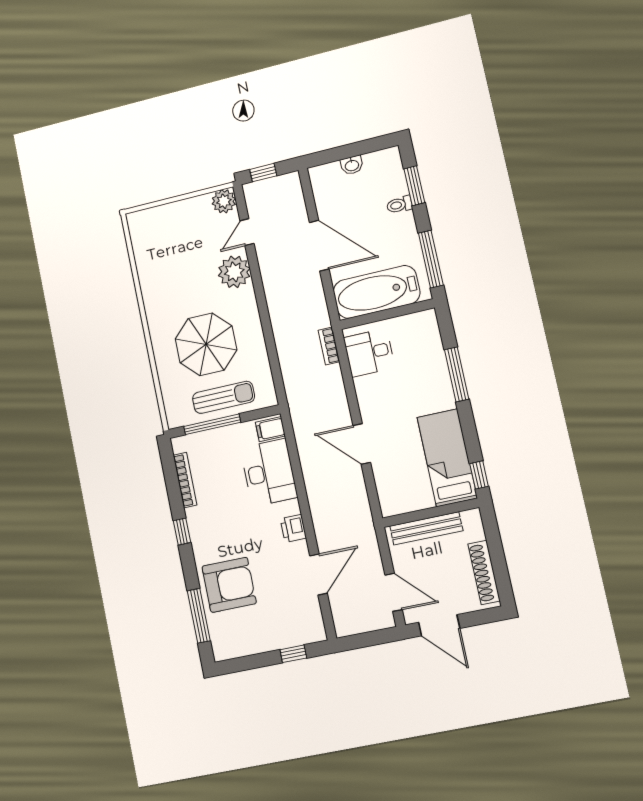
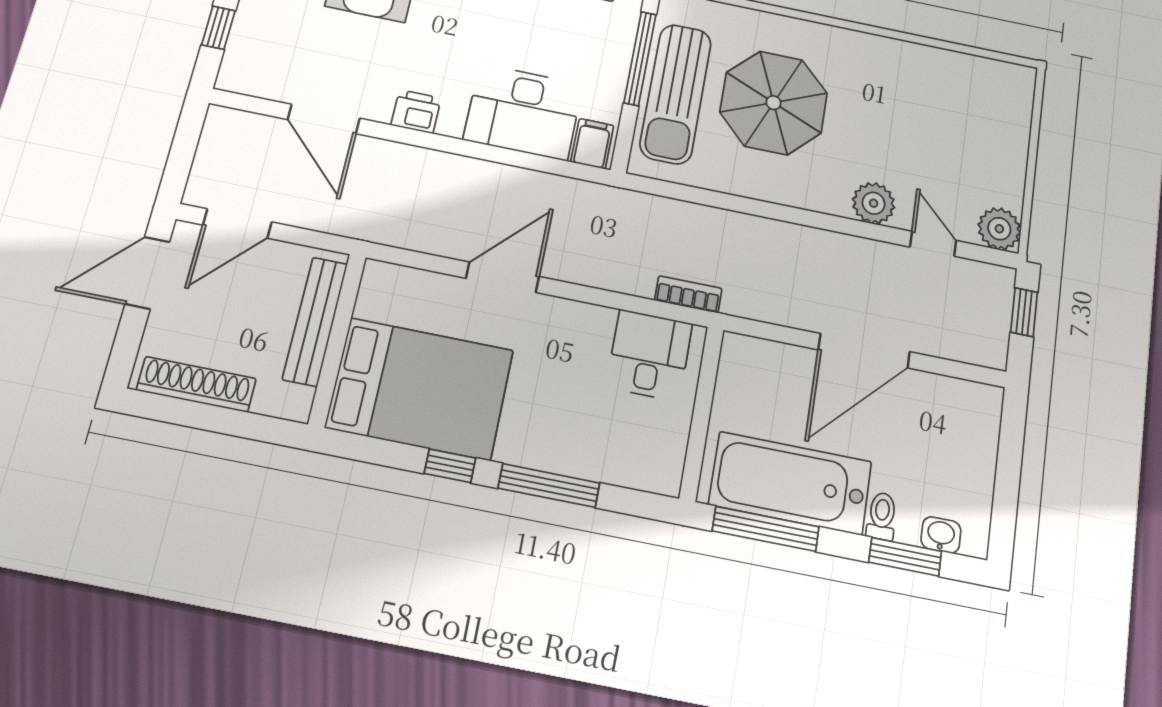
washbasin: (352, 165) -> (941, 535), moved, turned 90
plant: (234, 272) -> (874, 203), width x0.73, depth x0.73
bathtub: (377, 292) -> (791, 483), moved, turned -90
sun lounger: (224, 397) -> (676, 94), width x1.36, depth x1.34
bed: (447, 458) -> (420, 389), width x1.50
window: (479, 475) -> (450, 466), moved

